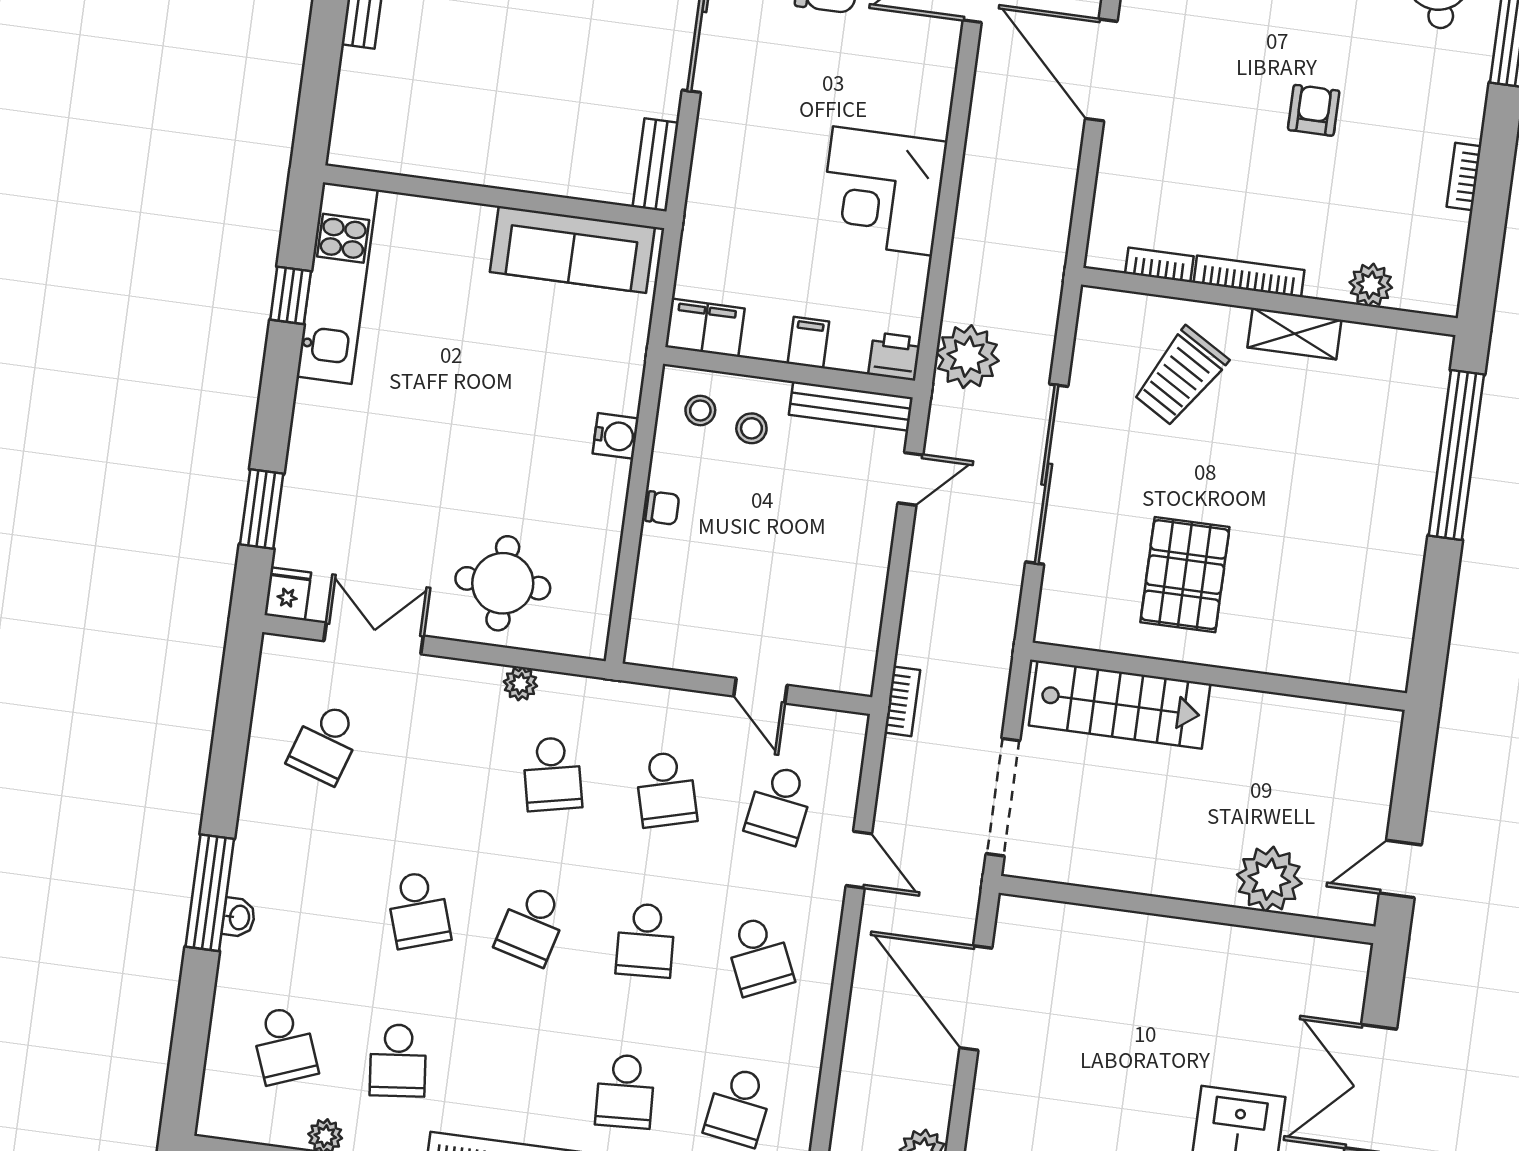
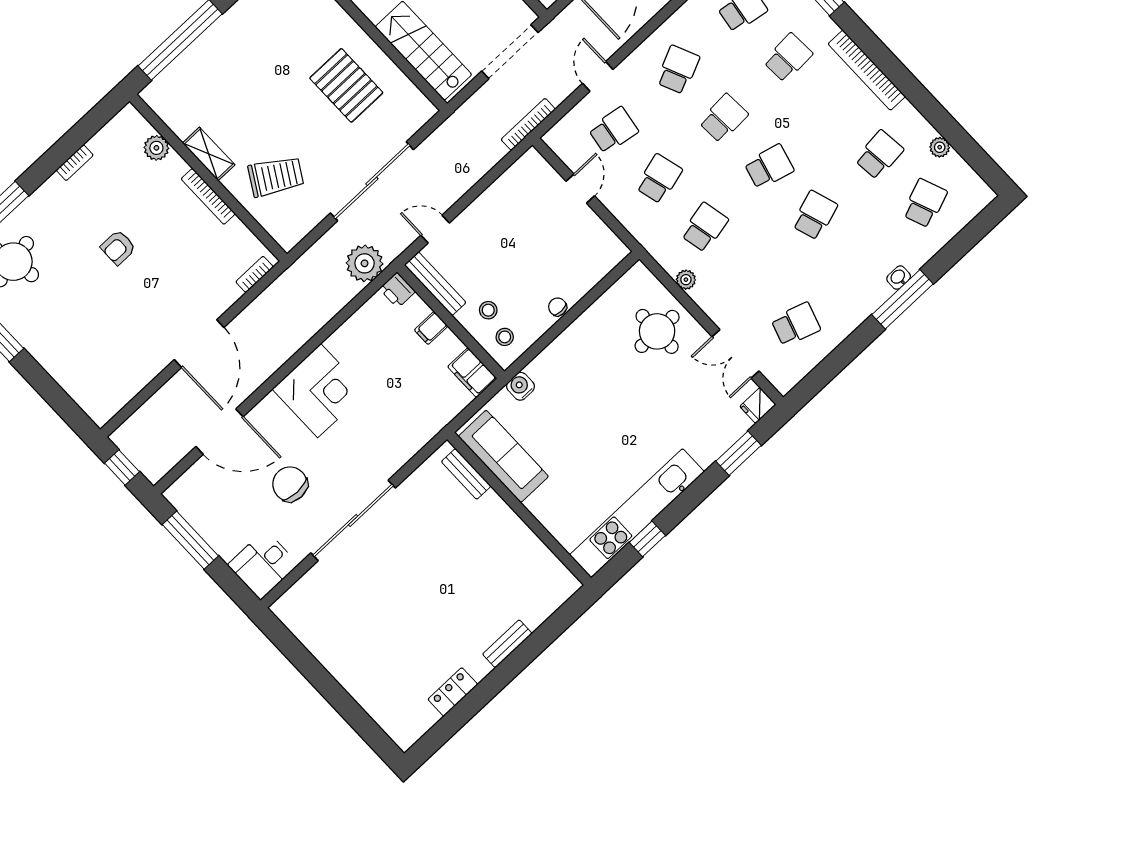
bench: (656, 165) -> (466, 474), moved, turned 90
corner desk: (883, 191) -> (319, 391), moved
bookcase: (1159, 265) -> (255, 274), moved, turned 90
kitchen unit: (337, 283) -> (637, 513), width x1.36
water cooler: (616, 436) -> (521, 386), moved
pallet: (1185, 575) -> (346, 85), turned 90
bookcase: (902, 701) -> (528, 124), width x1.56

